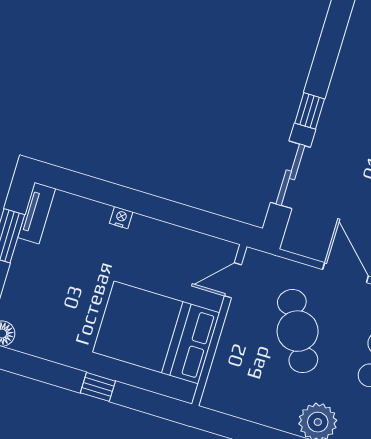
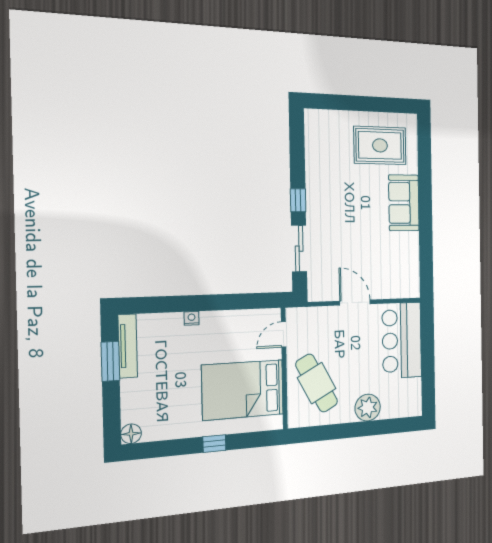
tv unit: (37, 213) -> (128, 346), width x1.41
cafe table: (298, 331) -> (317, 383), moved

